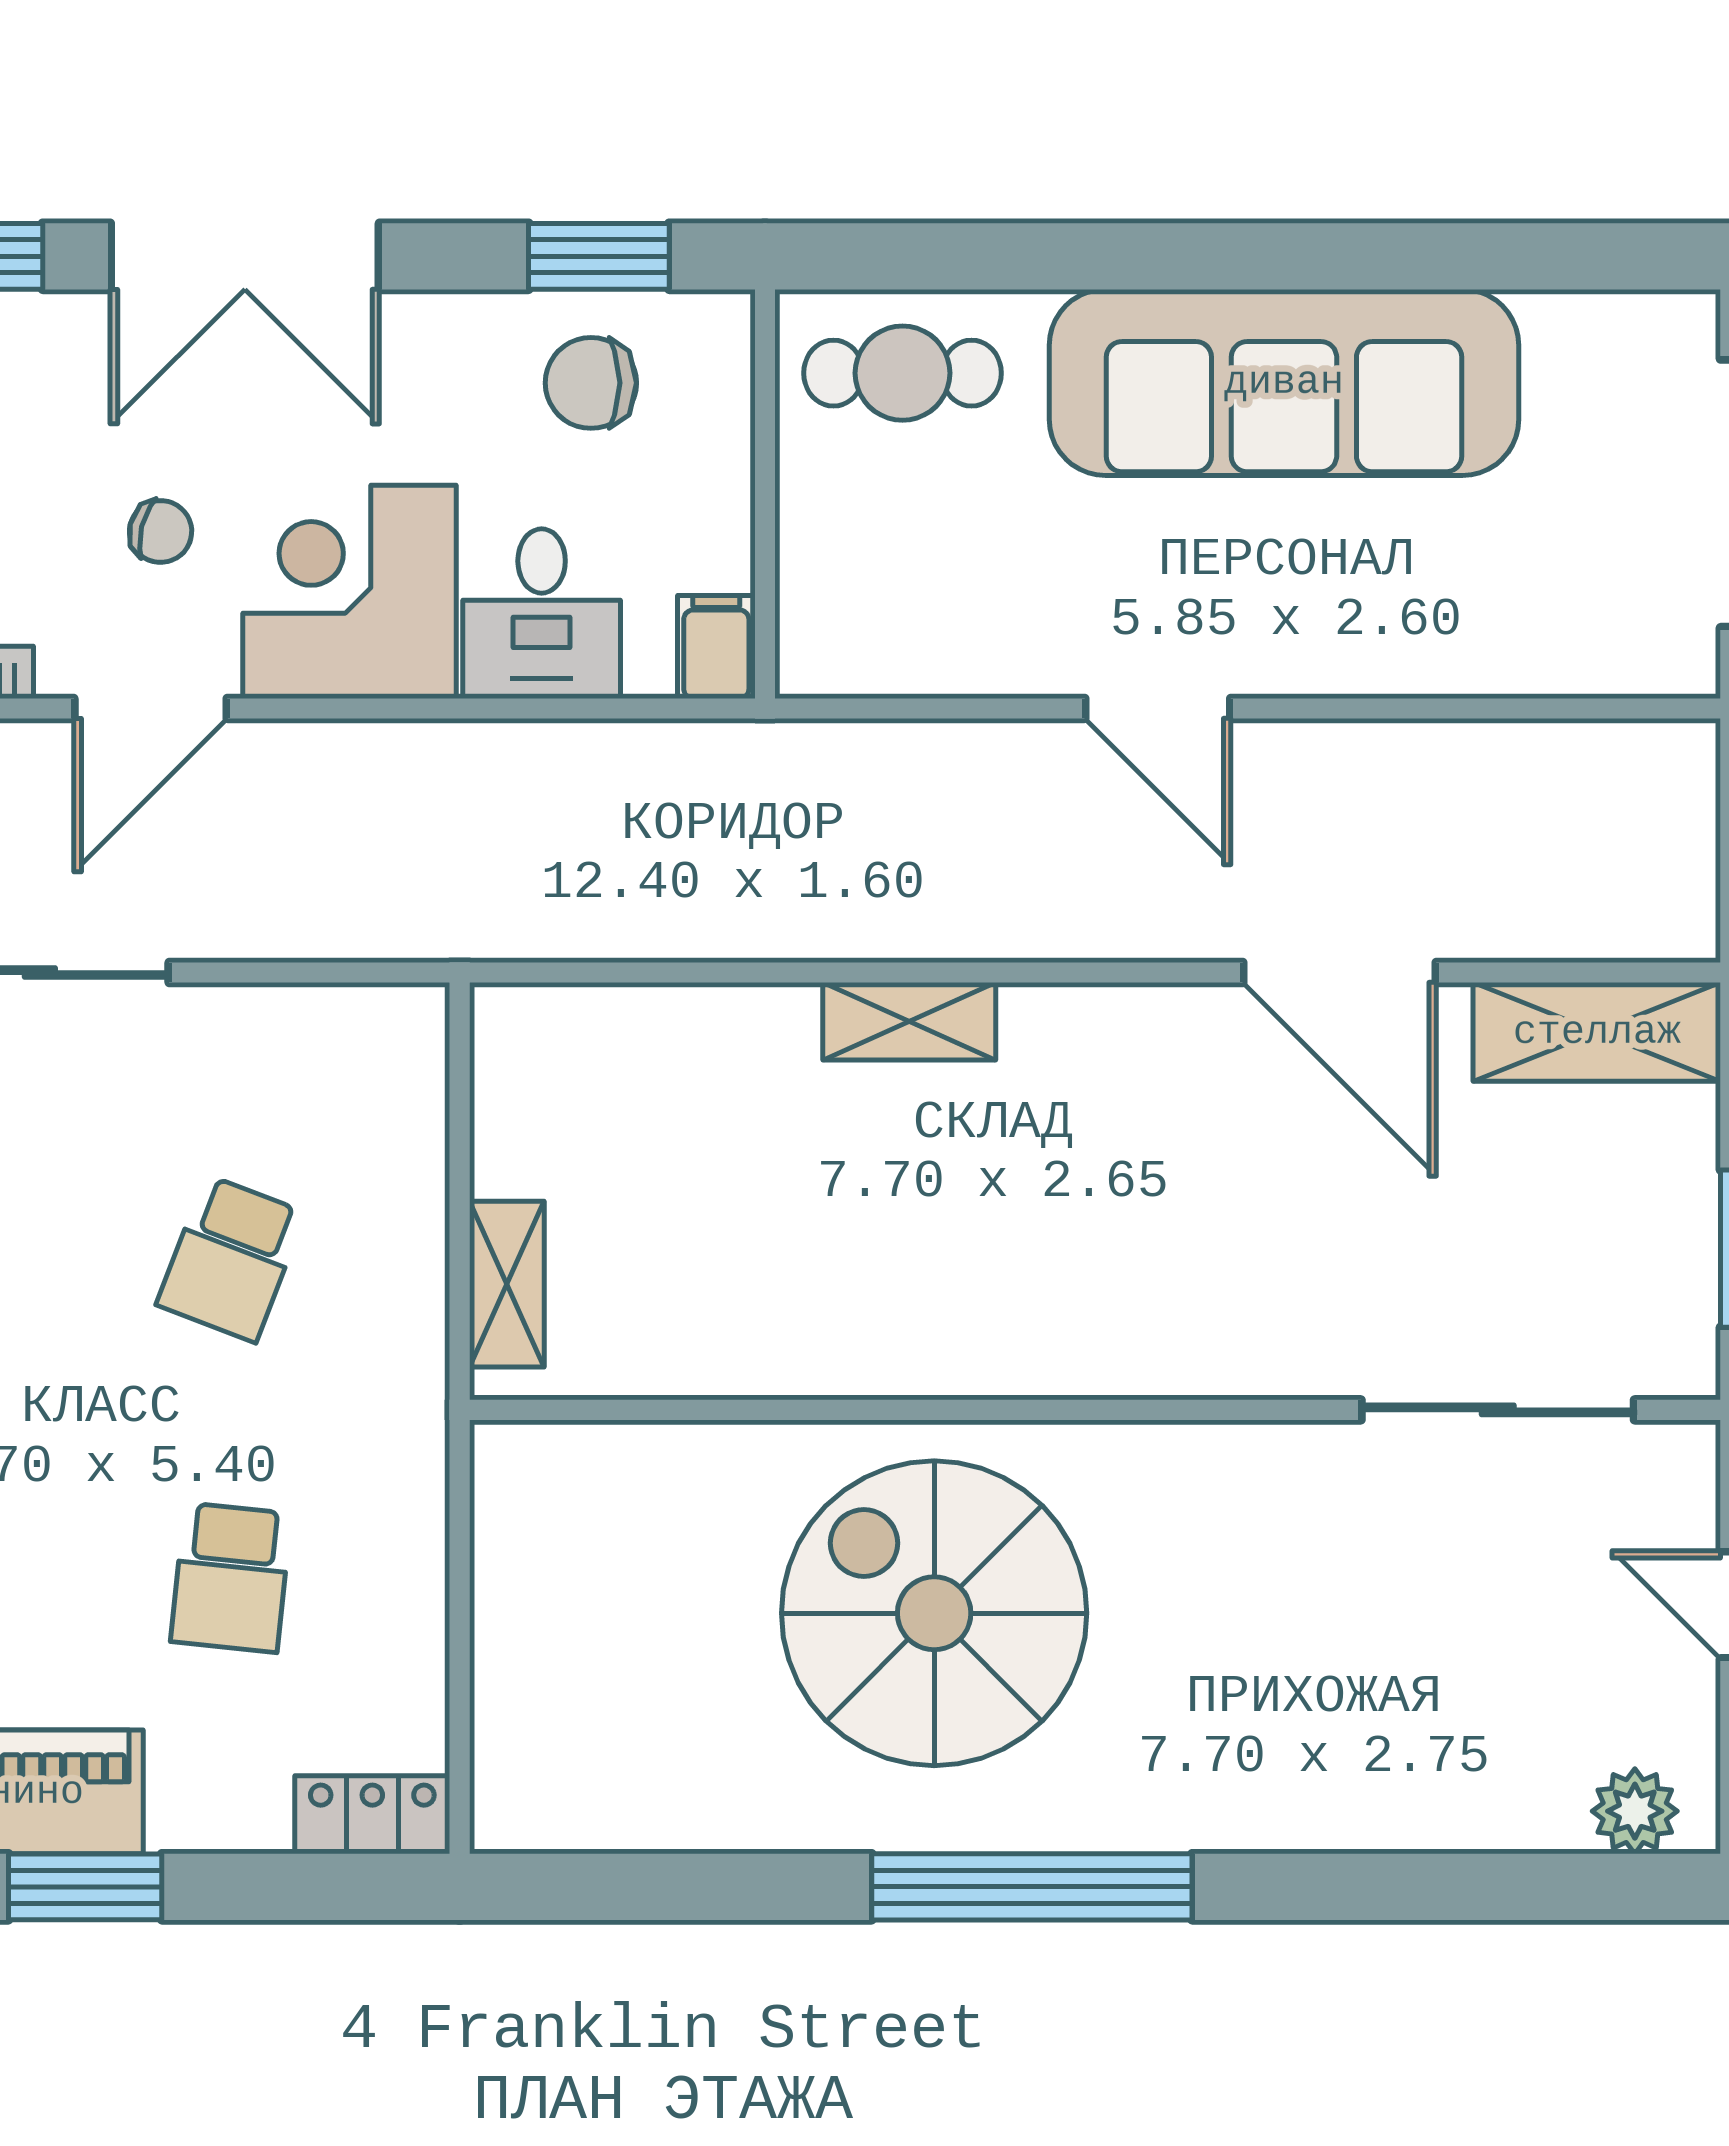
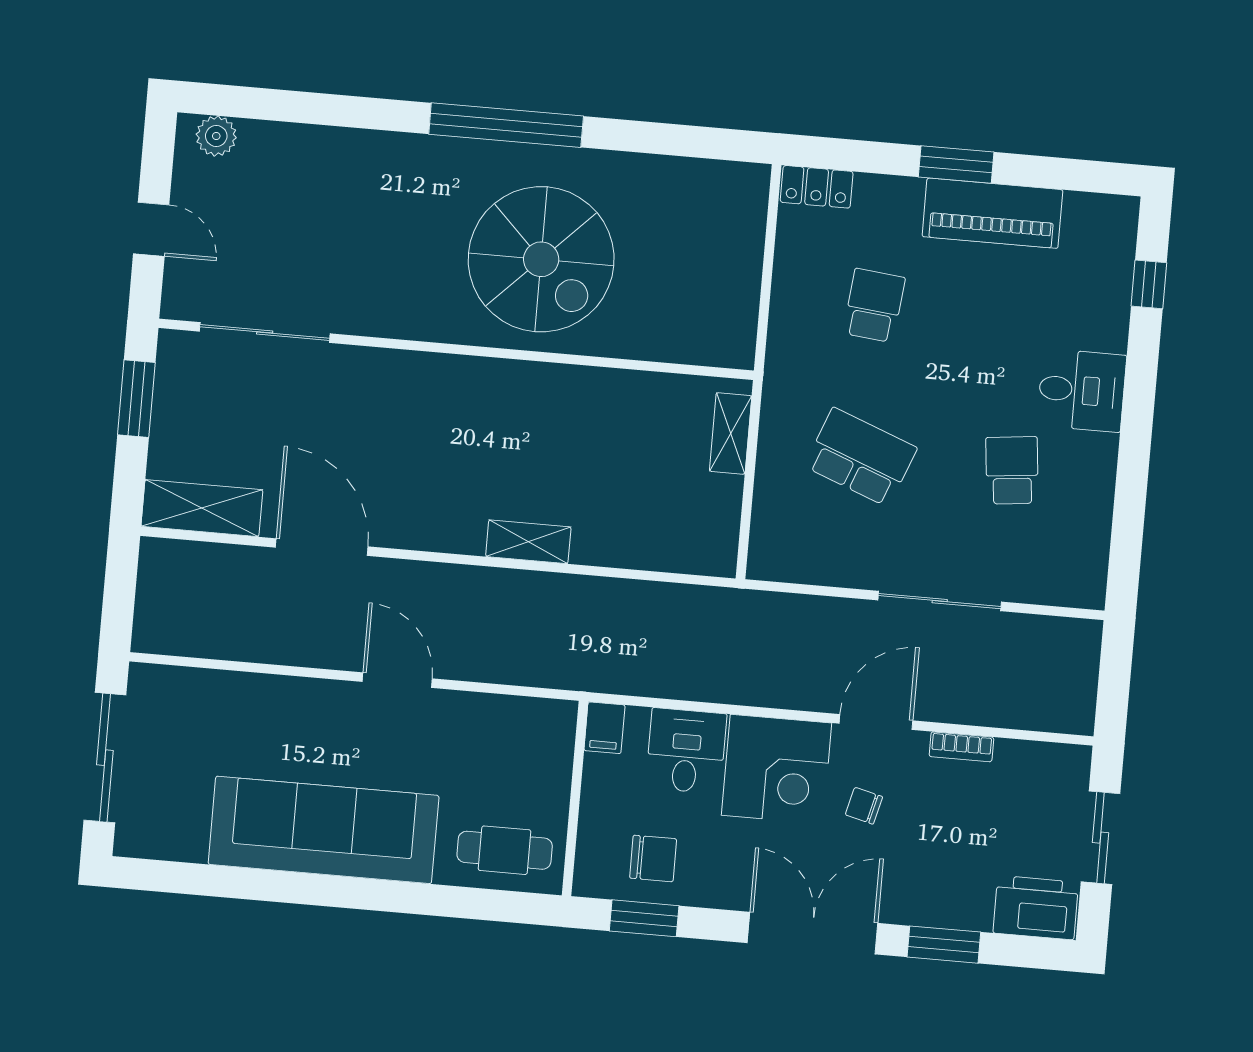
school desk: (231, 1259) -> (861, 457), width x1.85

